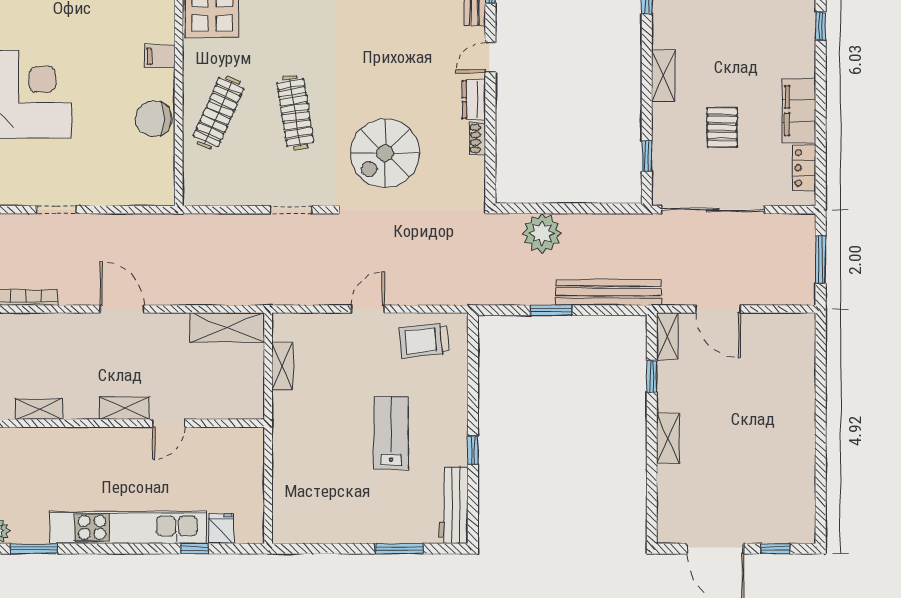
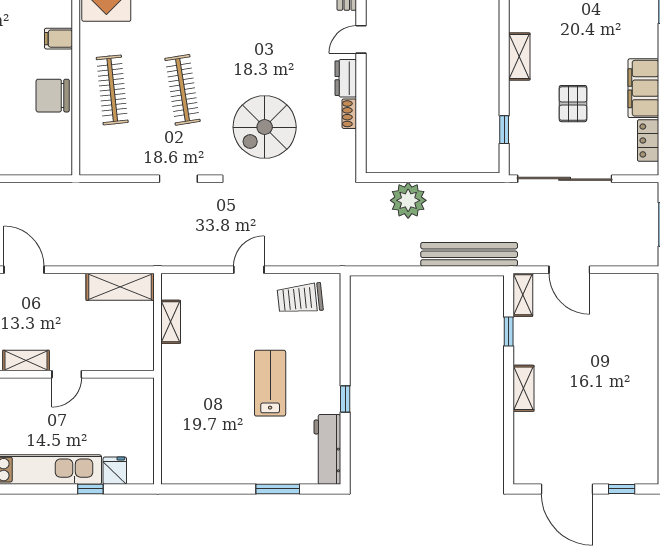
clothes rail: (219, 113) -> (112, 90), turned -30
window: (551, 310) -> (417, 271), removed

